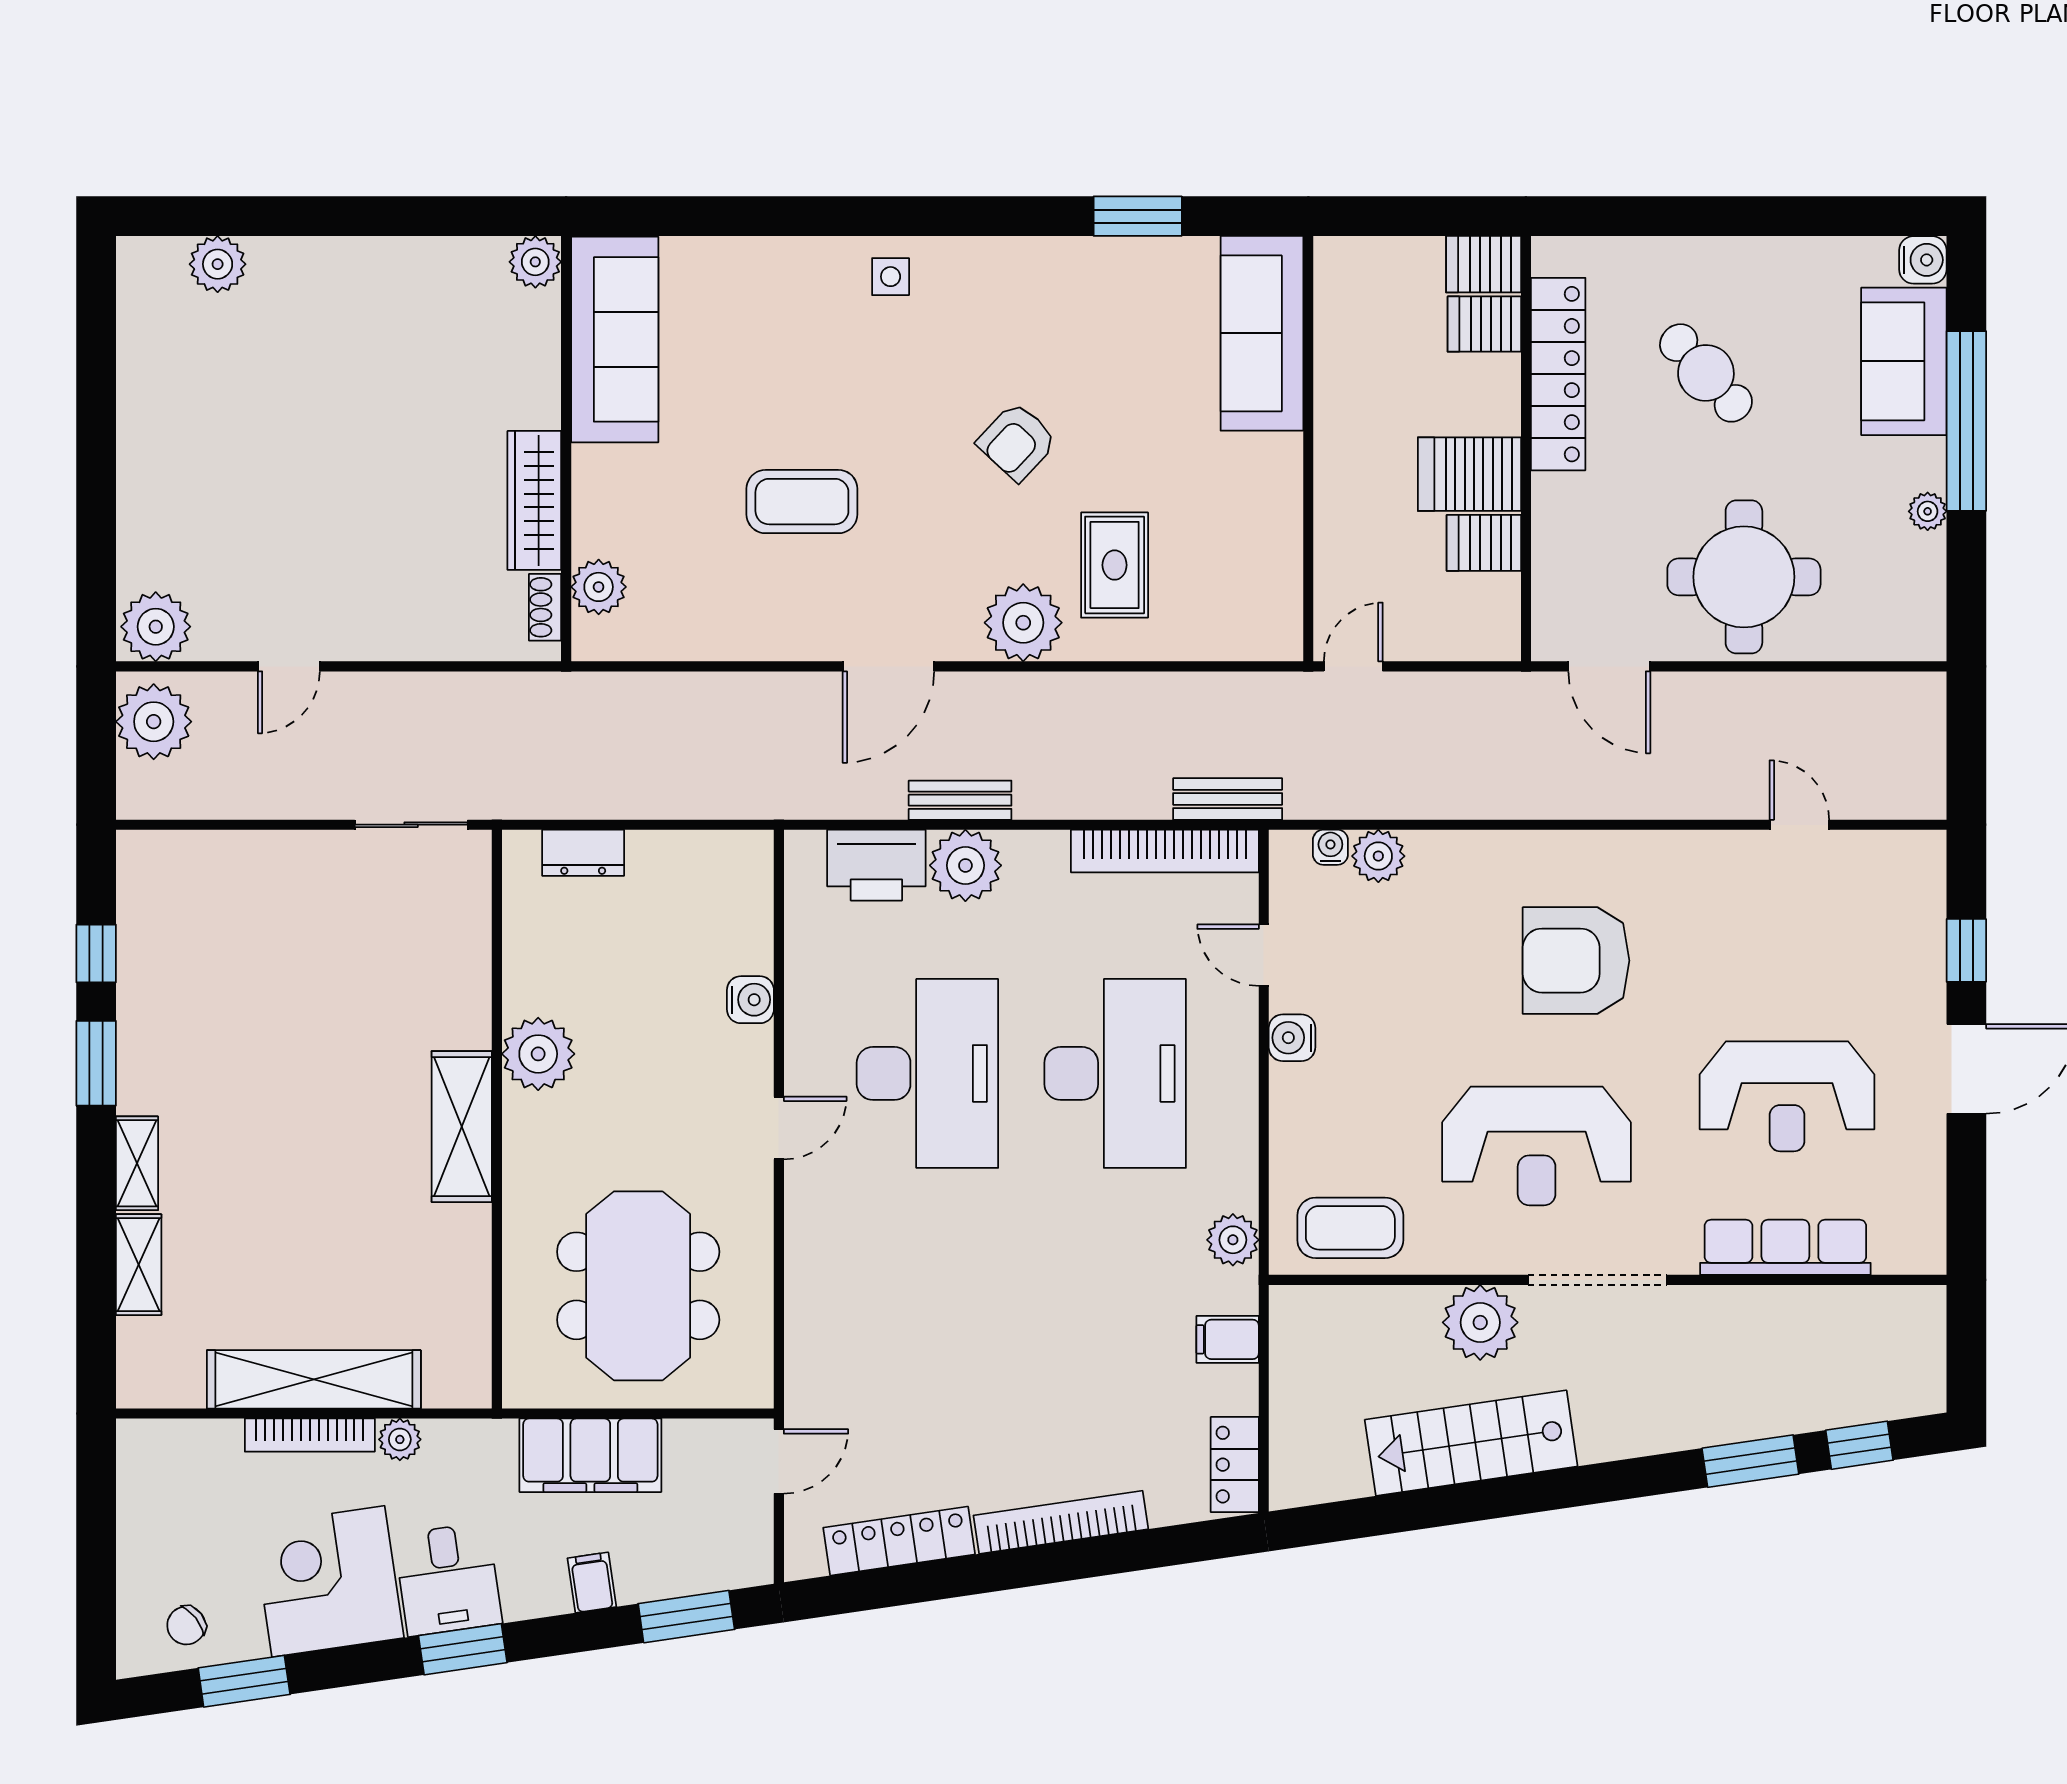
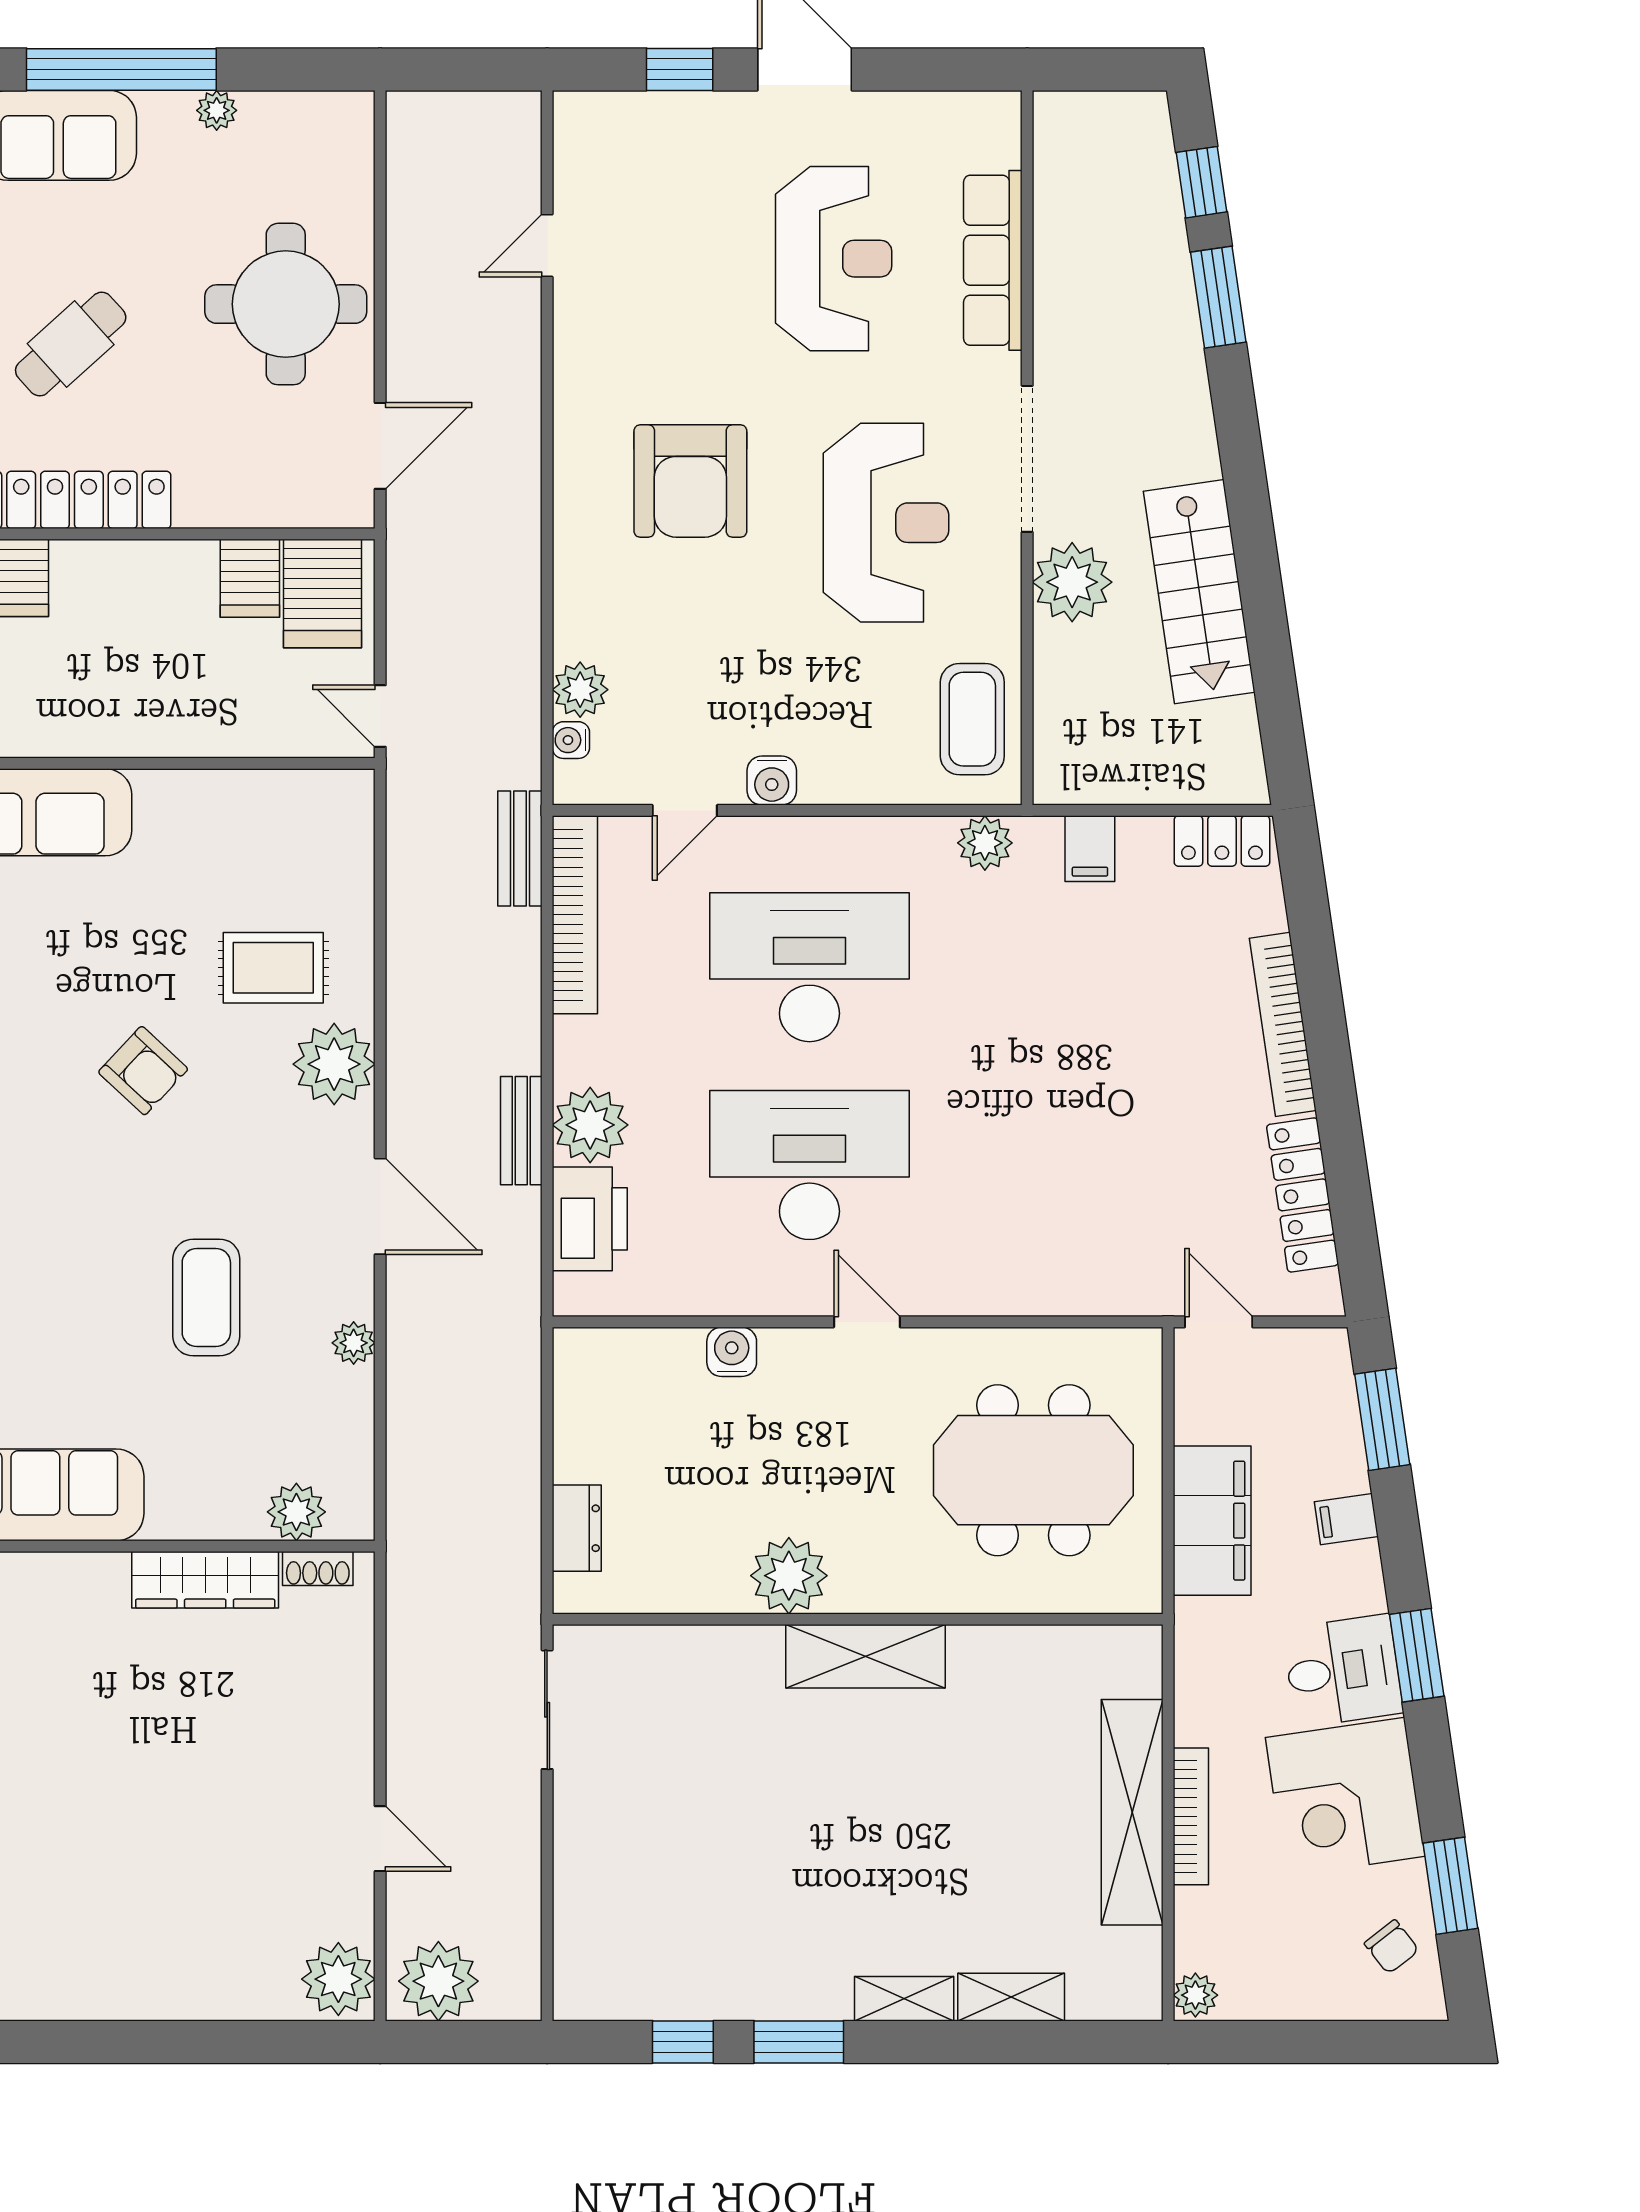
server rack: (1469, 474) -> (323, 593), moved
plant: (759, 641) -> (354, 1343), added
plant: (400, 1439) -> (1195, 1995), moved

